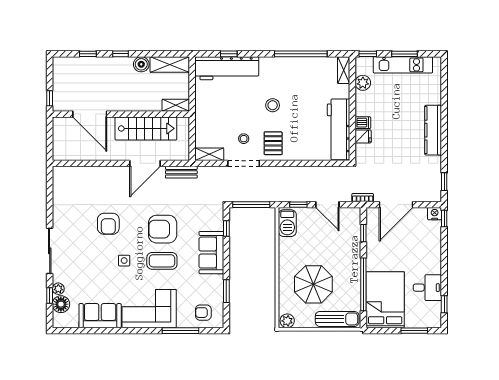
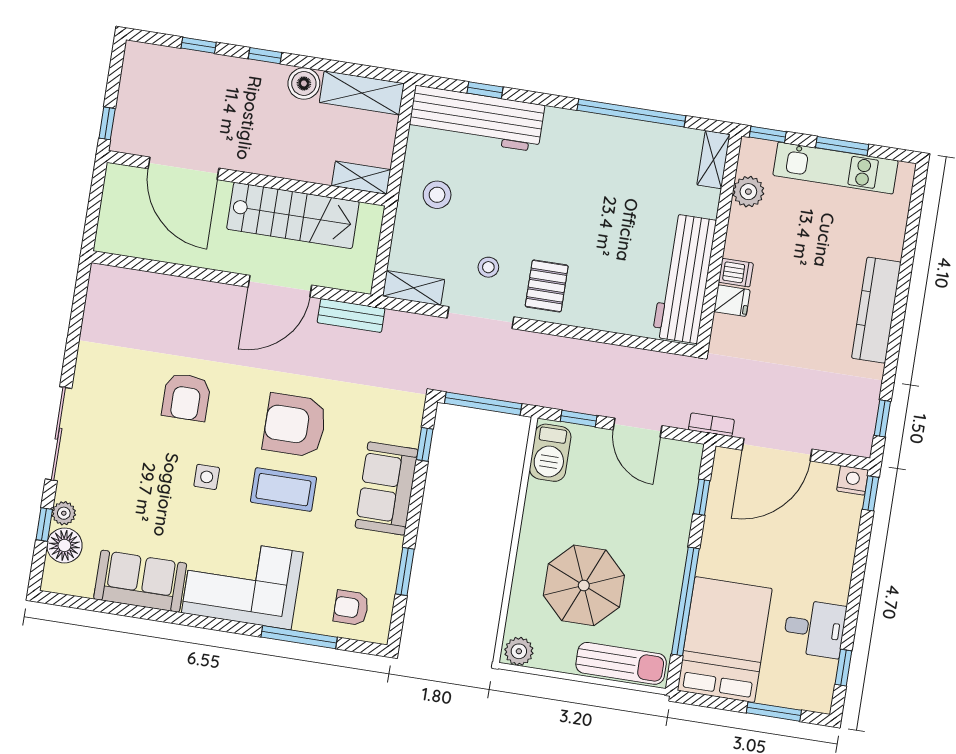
stool: (273, 105) -> (437, 195), moved

